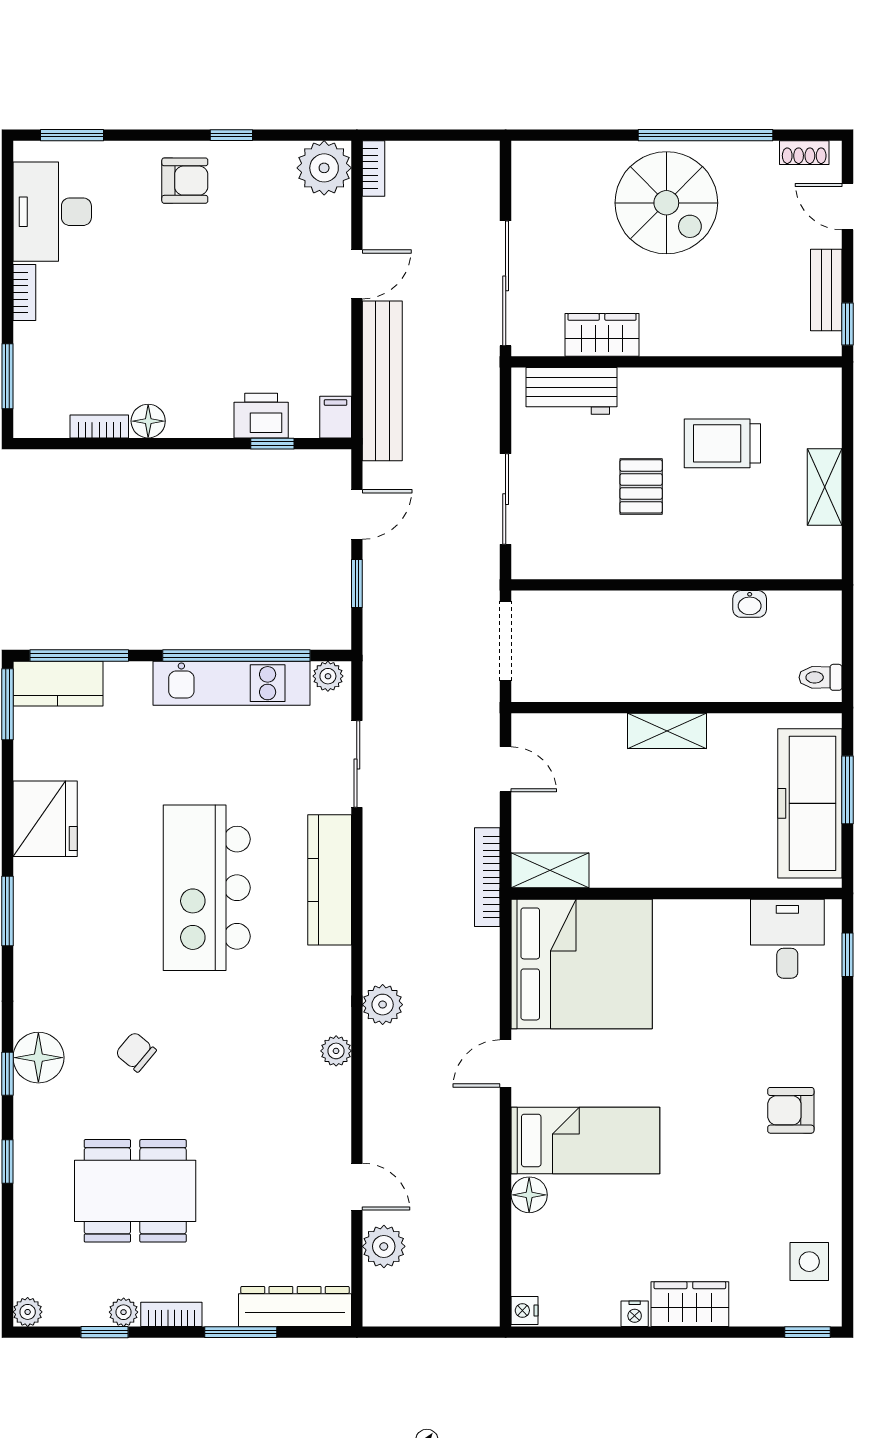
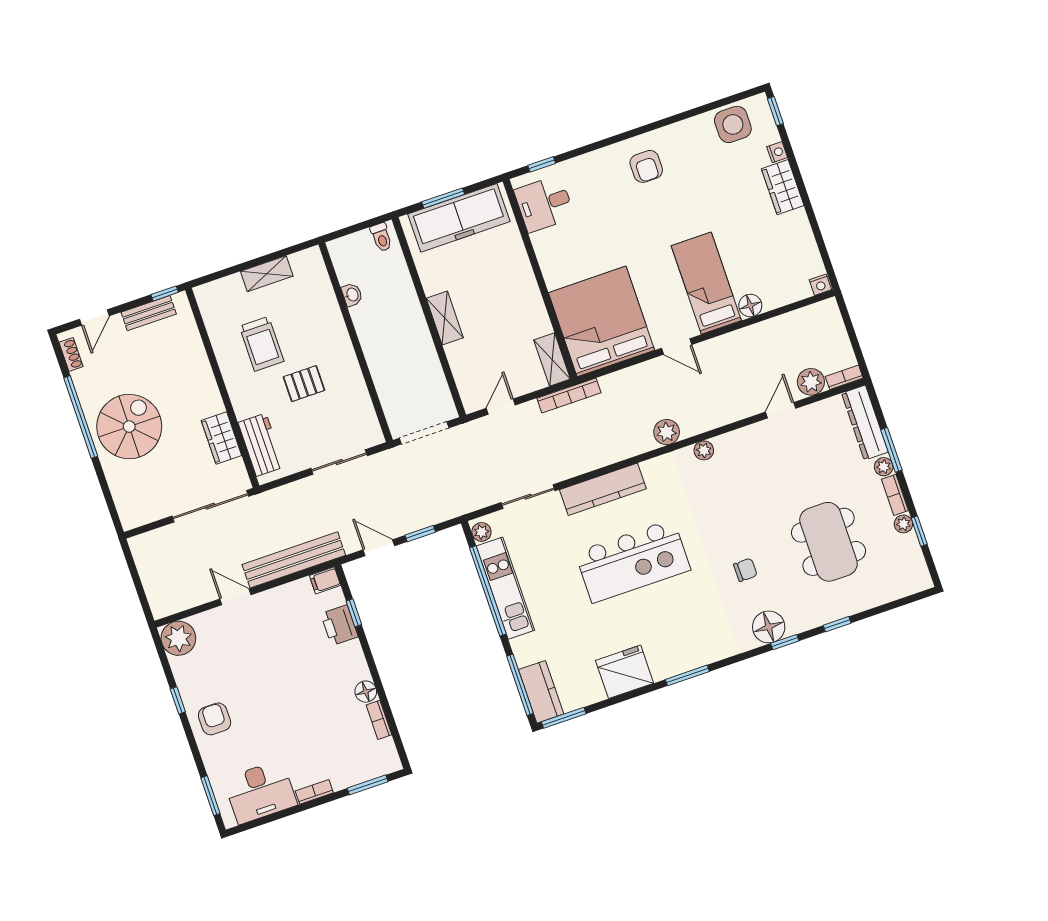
bookcase: (374, 169) -> (844, 377), moved
chair: (136, 1052) -> (745, 570), turned -131
side table: (809, 1262) -> (733, 124), width x1.37, depth x1.37
plant: (28, 1312) -> (884, 467), moved
nightstand: (635, 1314) -> (777, 152), moved

